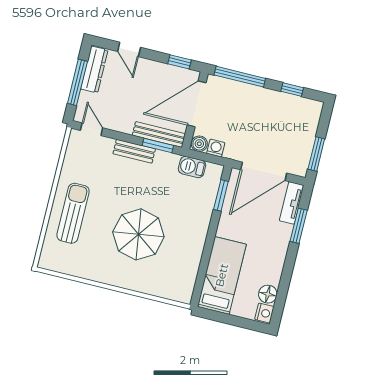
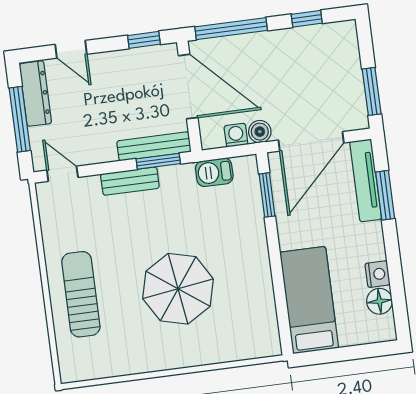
door: (197, 104) -> (188, 87), swing flipped
boiler: (199, 144) -> (260, 132), moved
tv unit: (292, 203) -> (366, 180), width x1.41
nightstand: (264, 313) -> (377, 274), moved

